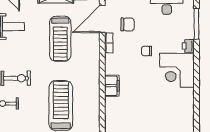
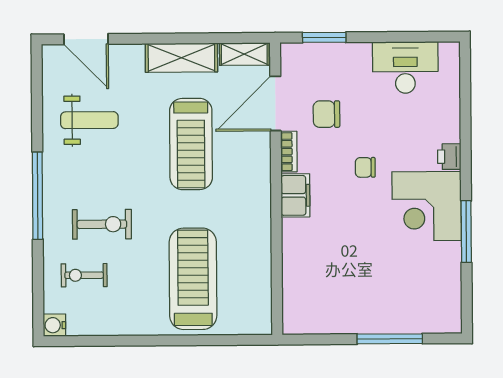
chair: (128, 24) -> (326, 114), turned 180
window: (196, 24) -> (466, 232), moved
filing cabinet: (112, 86) -> (295, 195), moved

